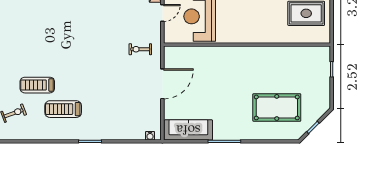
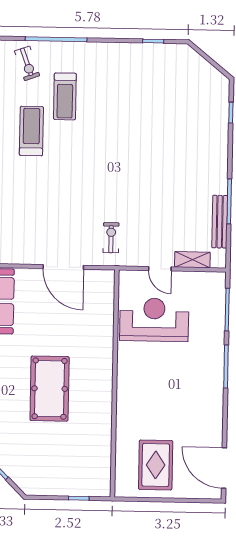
treadmill: (37, 85) -> (65, 96), turned 180
pool table: (277, 107) -> (50, 389), moved

